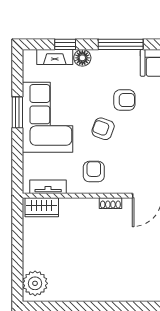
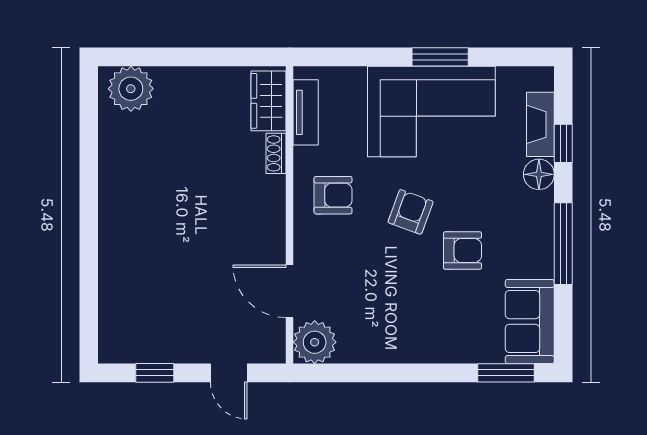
armchair: (124, 100) -> (462, 251), turned -90
shoe rack: (110, 203) -> (276, 153), moved

